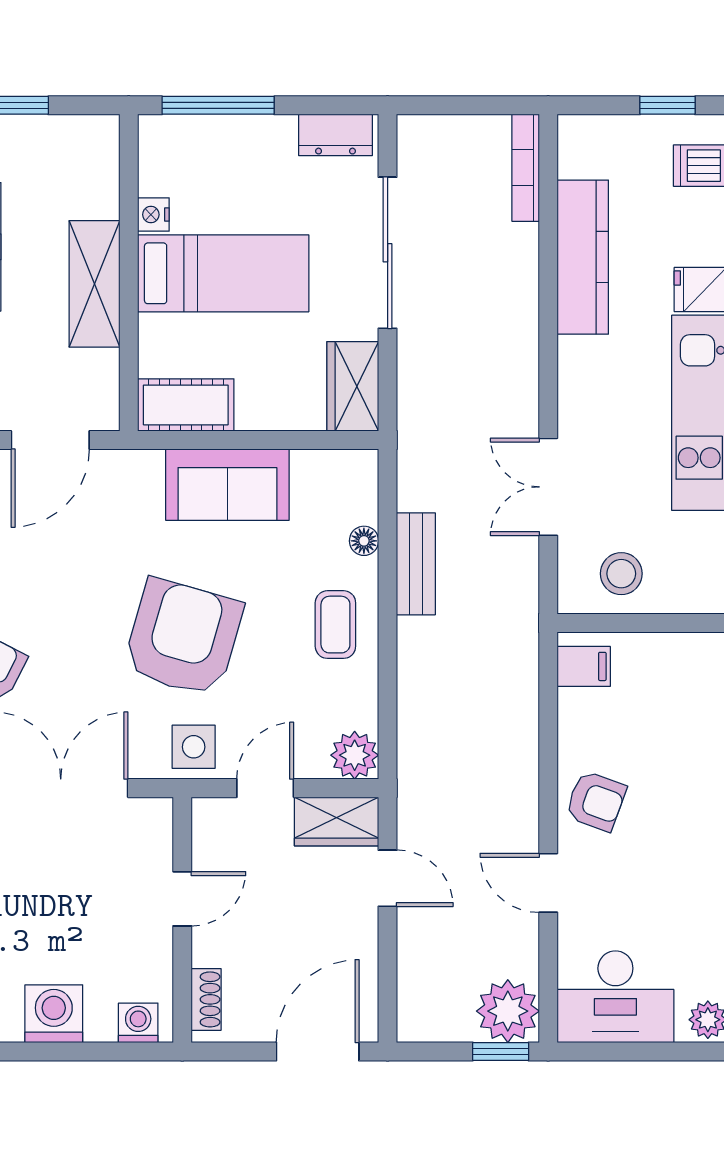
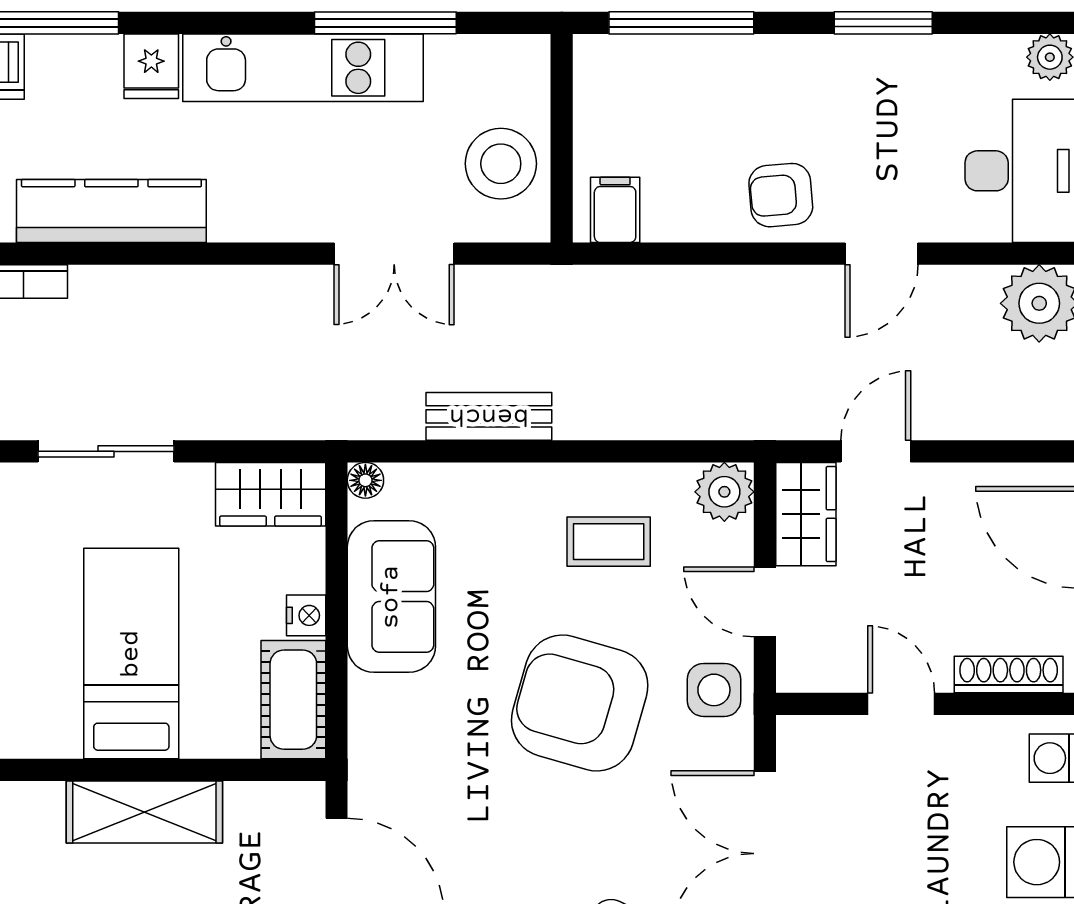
nightstand: (153, 215) -> (306, 615), moved, turned -90
sliding door: (388, 253) -> (106, 451), width x0.73
sofa: (227, 485) -> (391, 597), moved
floor lamp: (364, 541) -> (365, 480), moved
stool: (621, 574) -> (501, 164), width x1.38, depth x1.38
coffee table: (335, 625) -> (609, 542), moved
armchair: (596, 801) -> (781, 195), turned -115
shoe rack: (206, 999) -> (1009, 675), width x1.43

